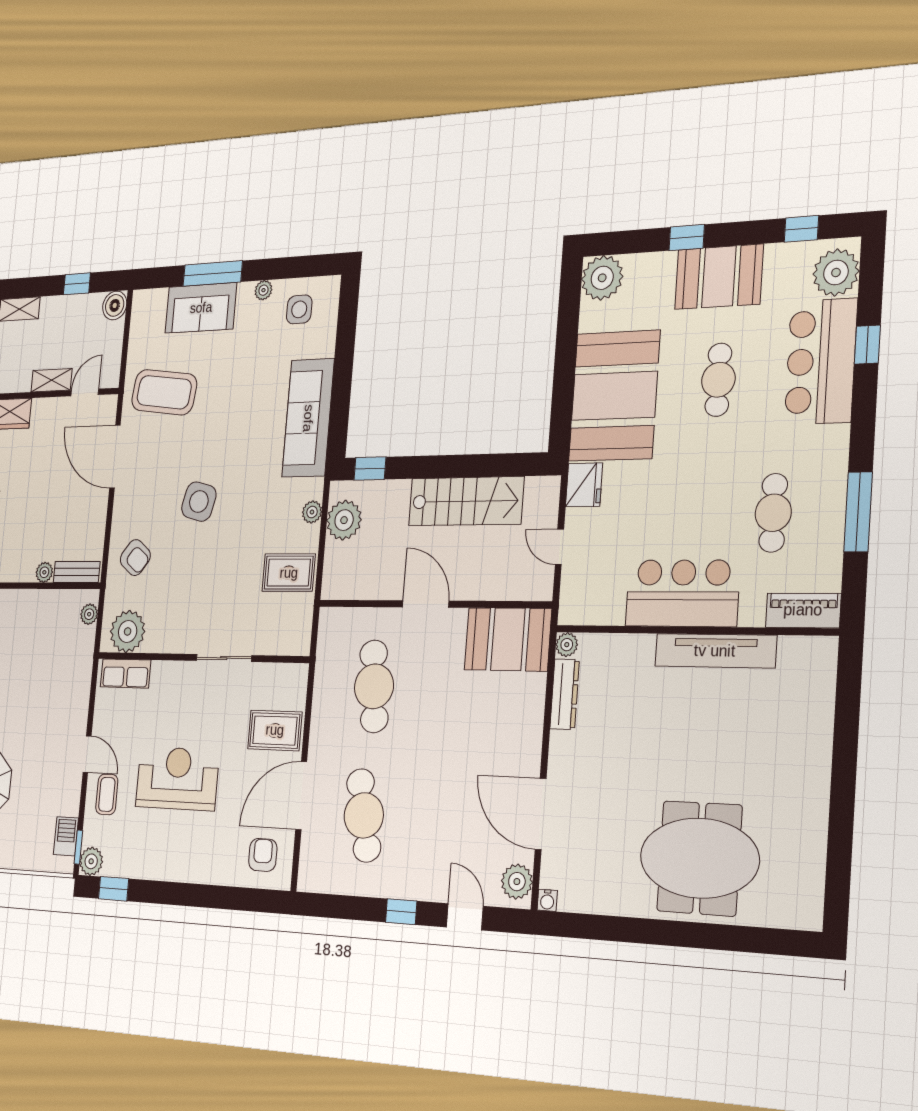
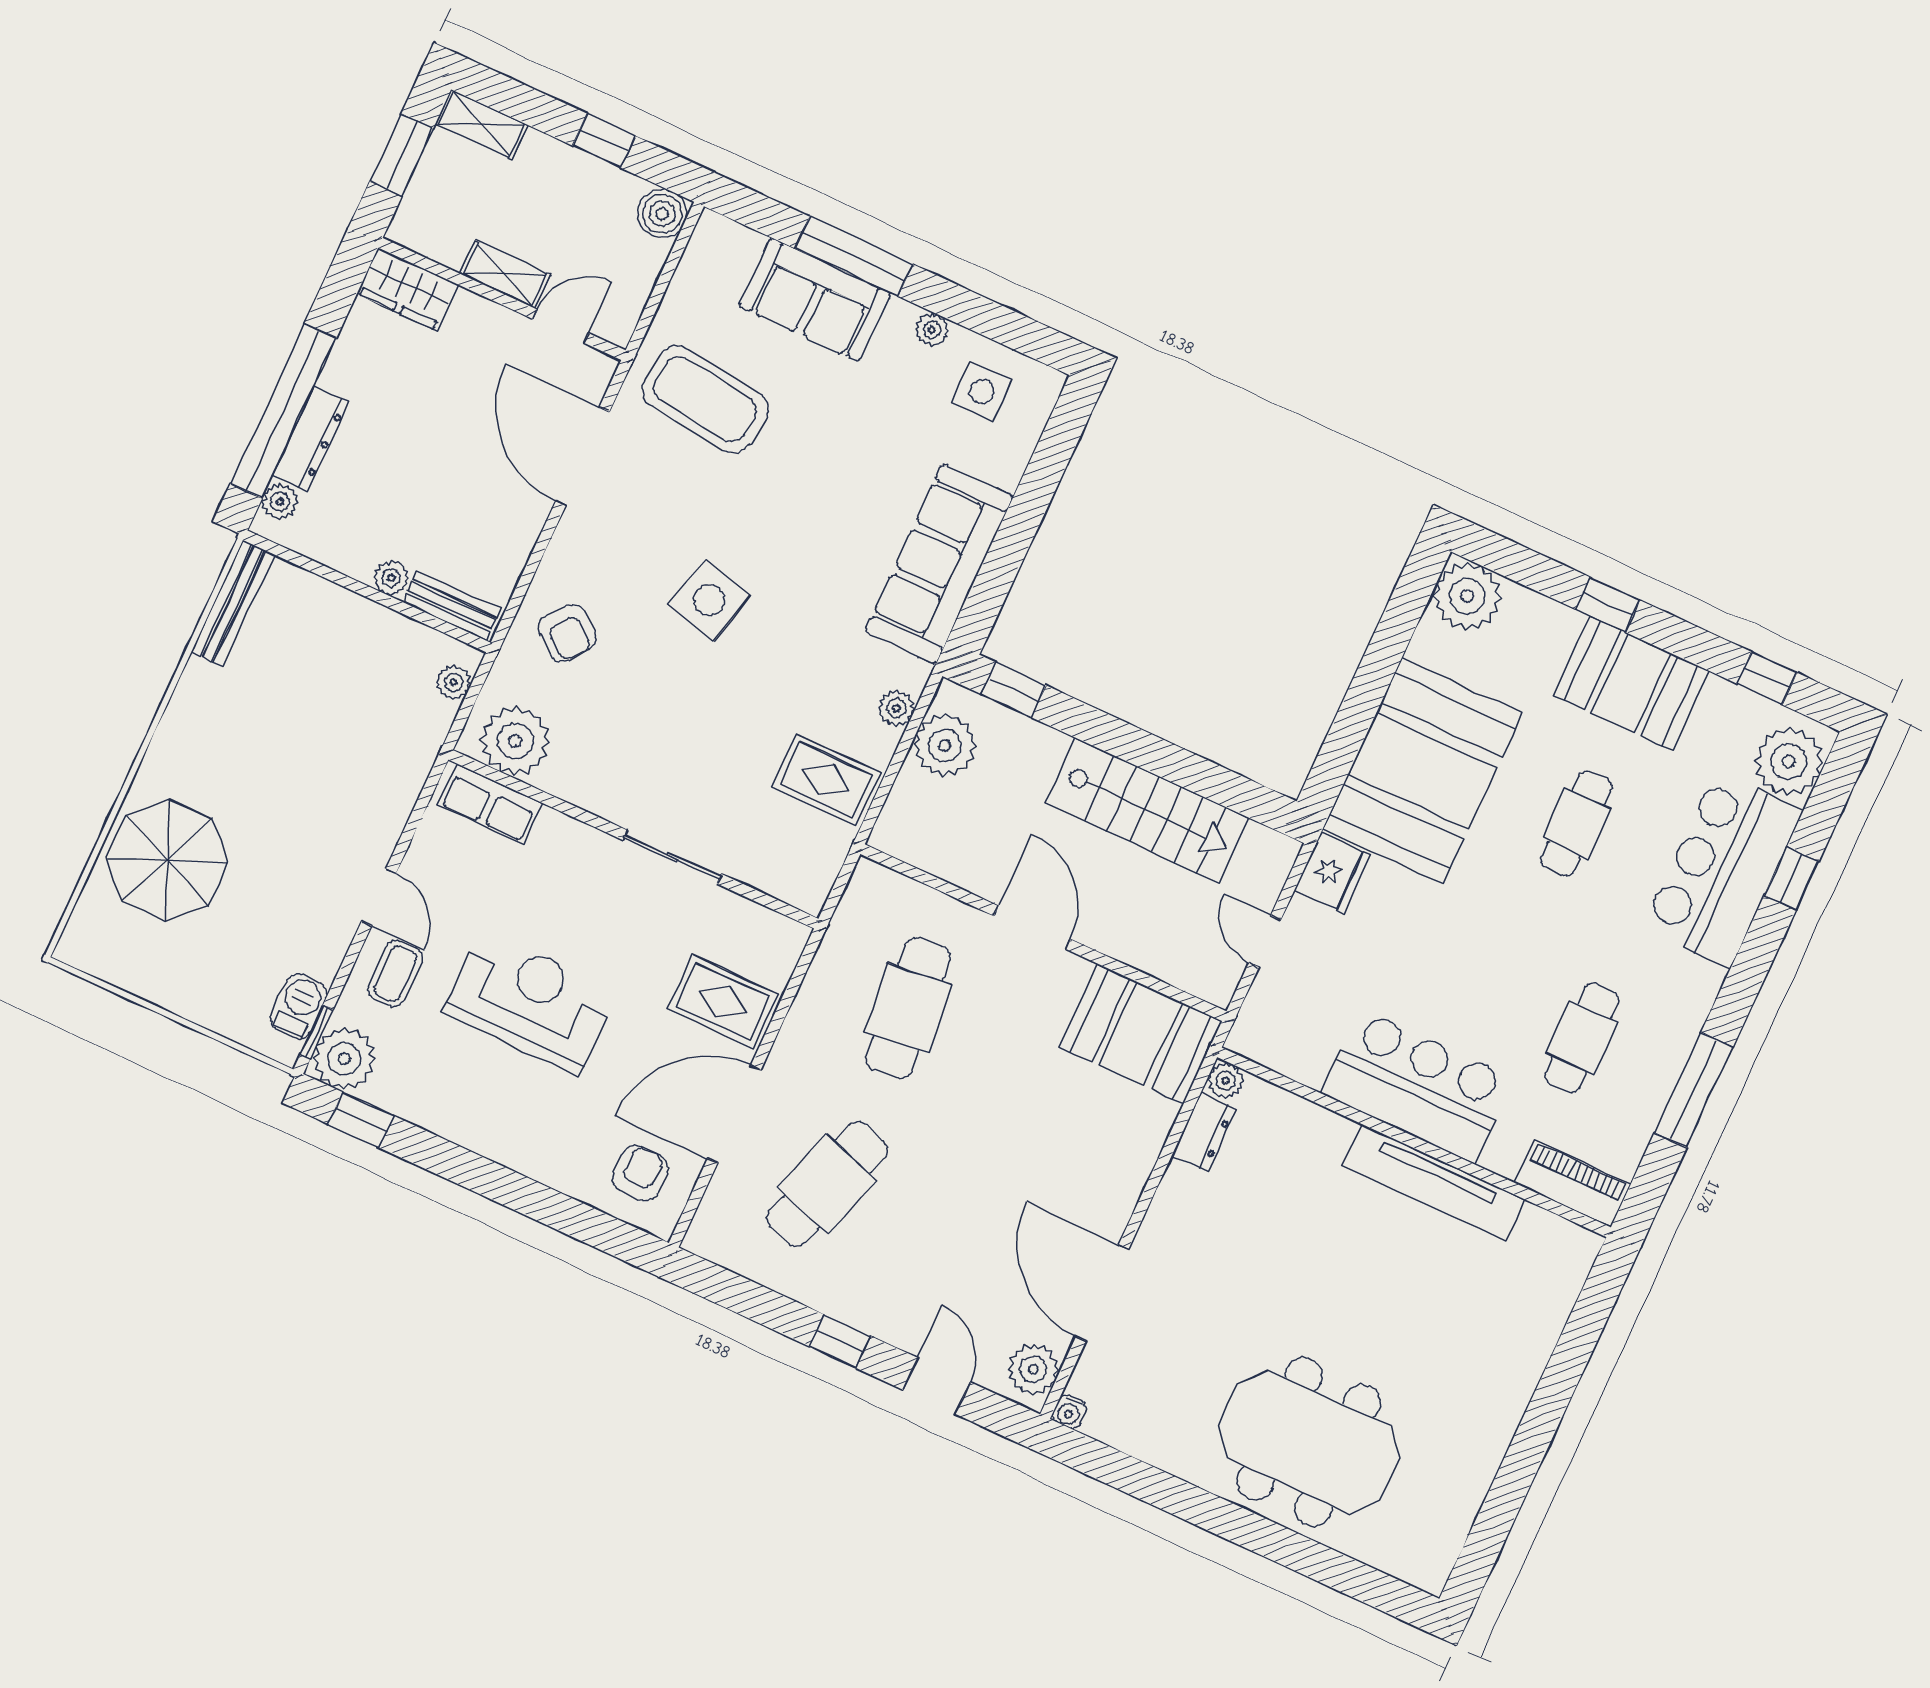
dresser: (565, 694) -> (1204, 1132), width x0.70
cafe table: (364, 815) -> (827, 1184), turned 30
plant: (91, 861) -> (344, 1059), width x1.36, depth x1.36

